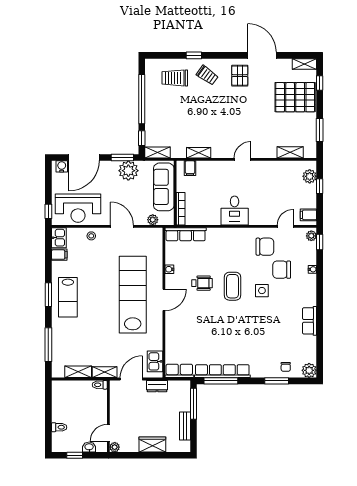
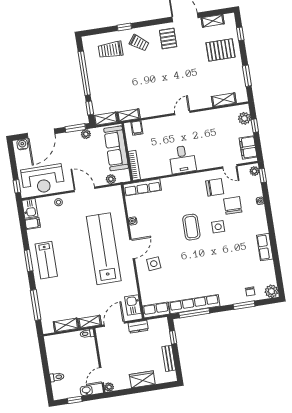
shelving: (304, 64) -> (213, 21), moved
pallet: (295, 97) -> (220, 50), width x0.73, depth x0.71
shelving: (199, 153) -> (129, 115), moved
plant: (128, 171) -> (86, 134), width x0.53, depth x0.53
filing cabinet: (308, 215) -> (248, 147), width x2.00
door: (285, 226) -> (230, 166), swing flipped
chair: (282, 270) -> (233, 205), turned 90
wheelchair: (202, 283) -> (164, 229), removed
side table: (185, 320) -> (154, 264), added
window: (193, 404) -> (173, 337), width x0.46

